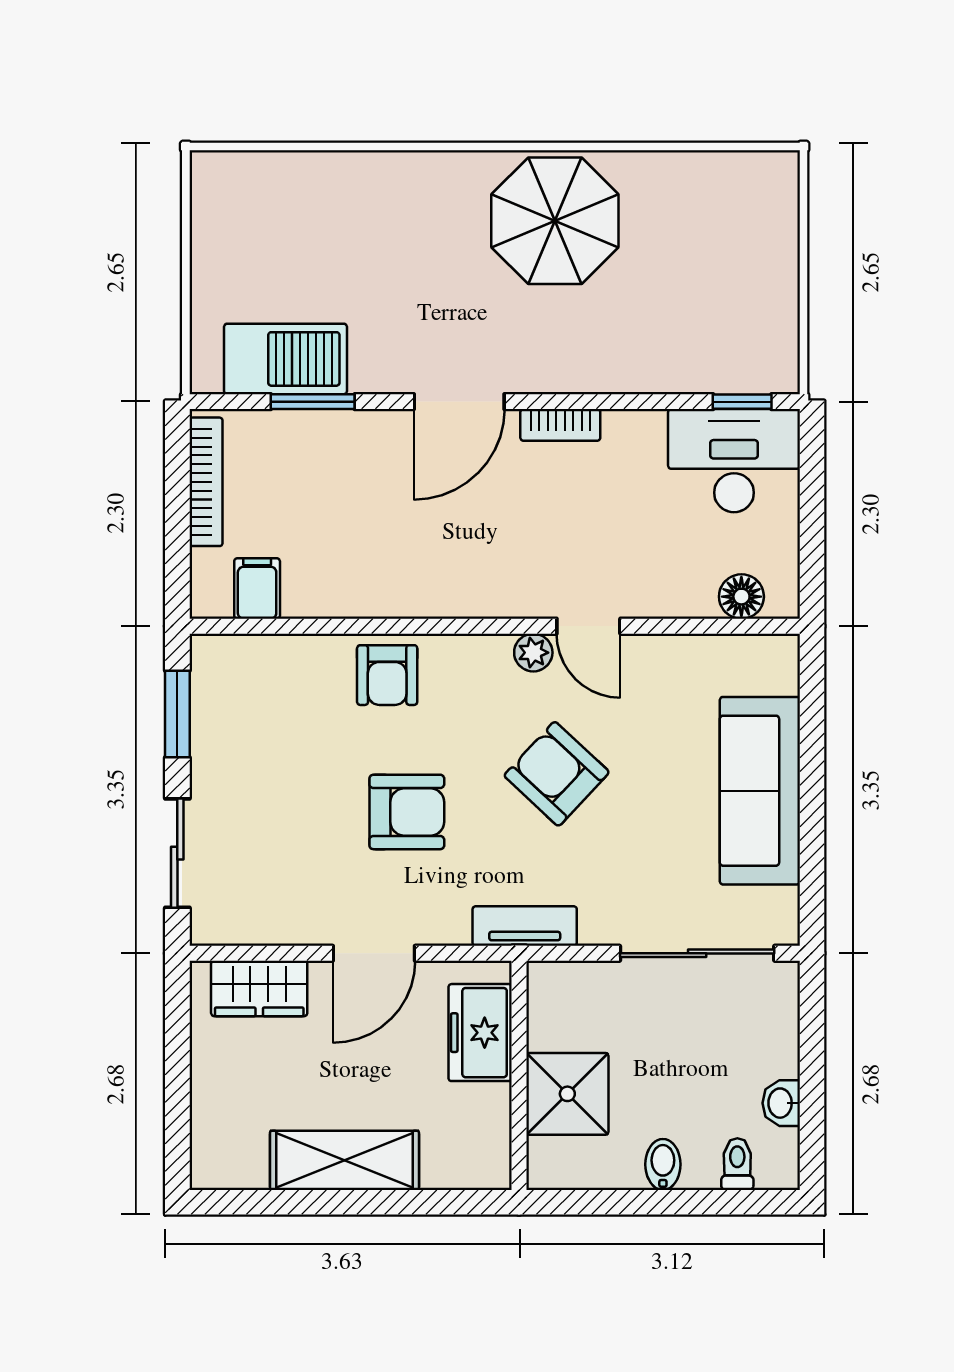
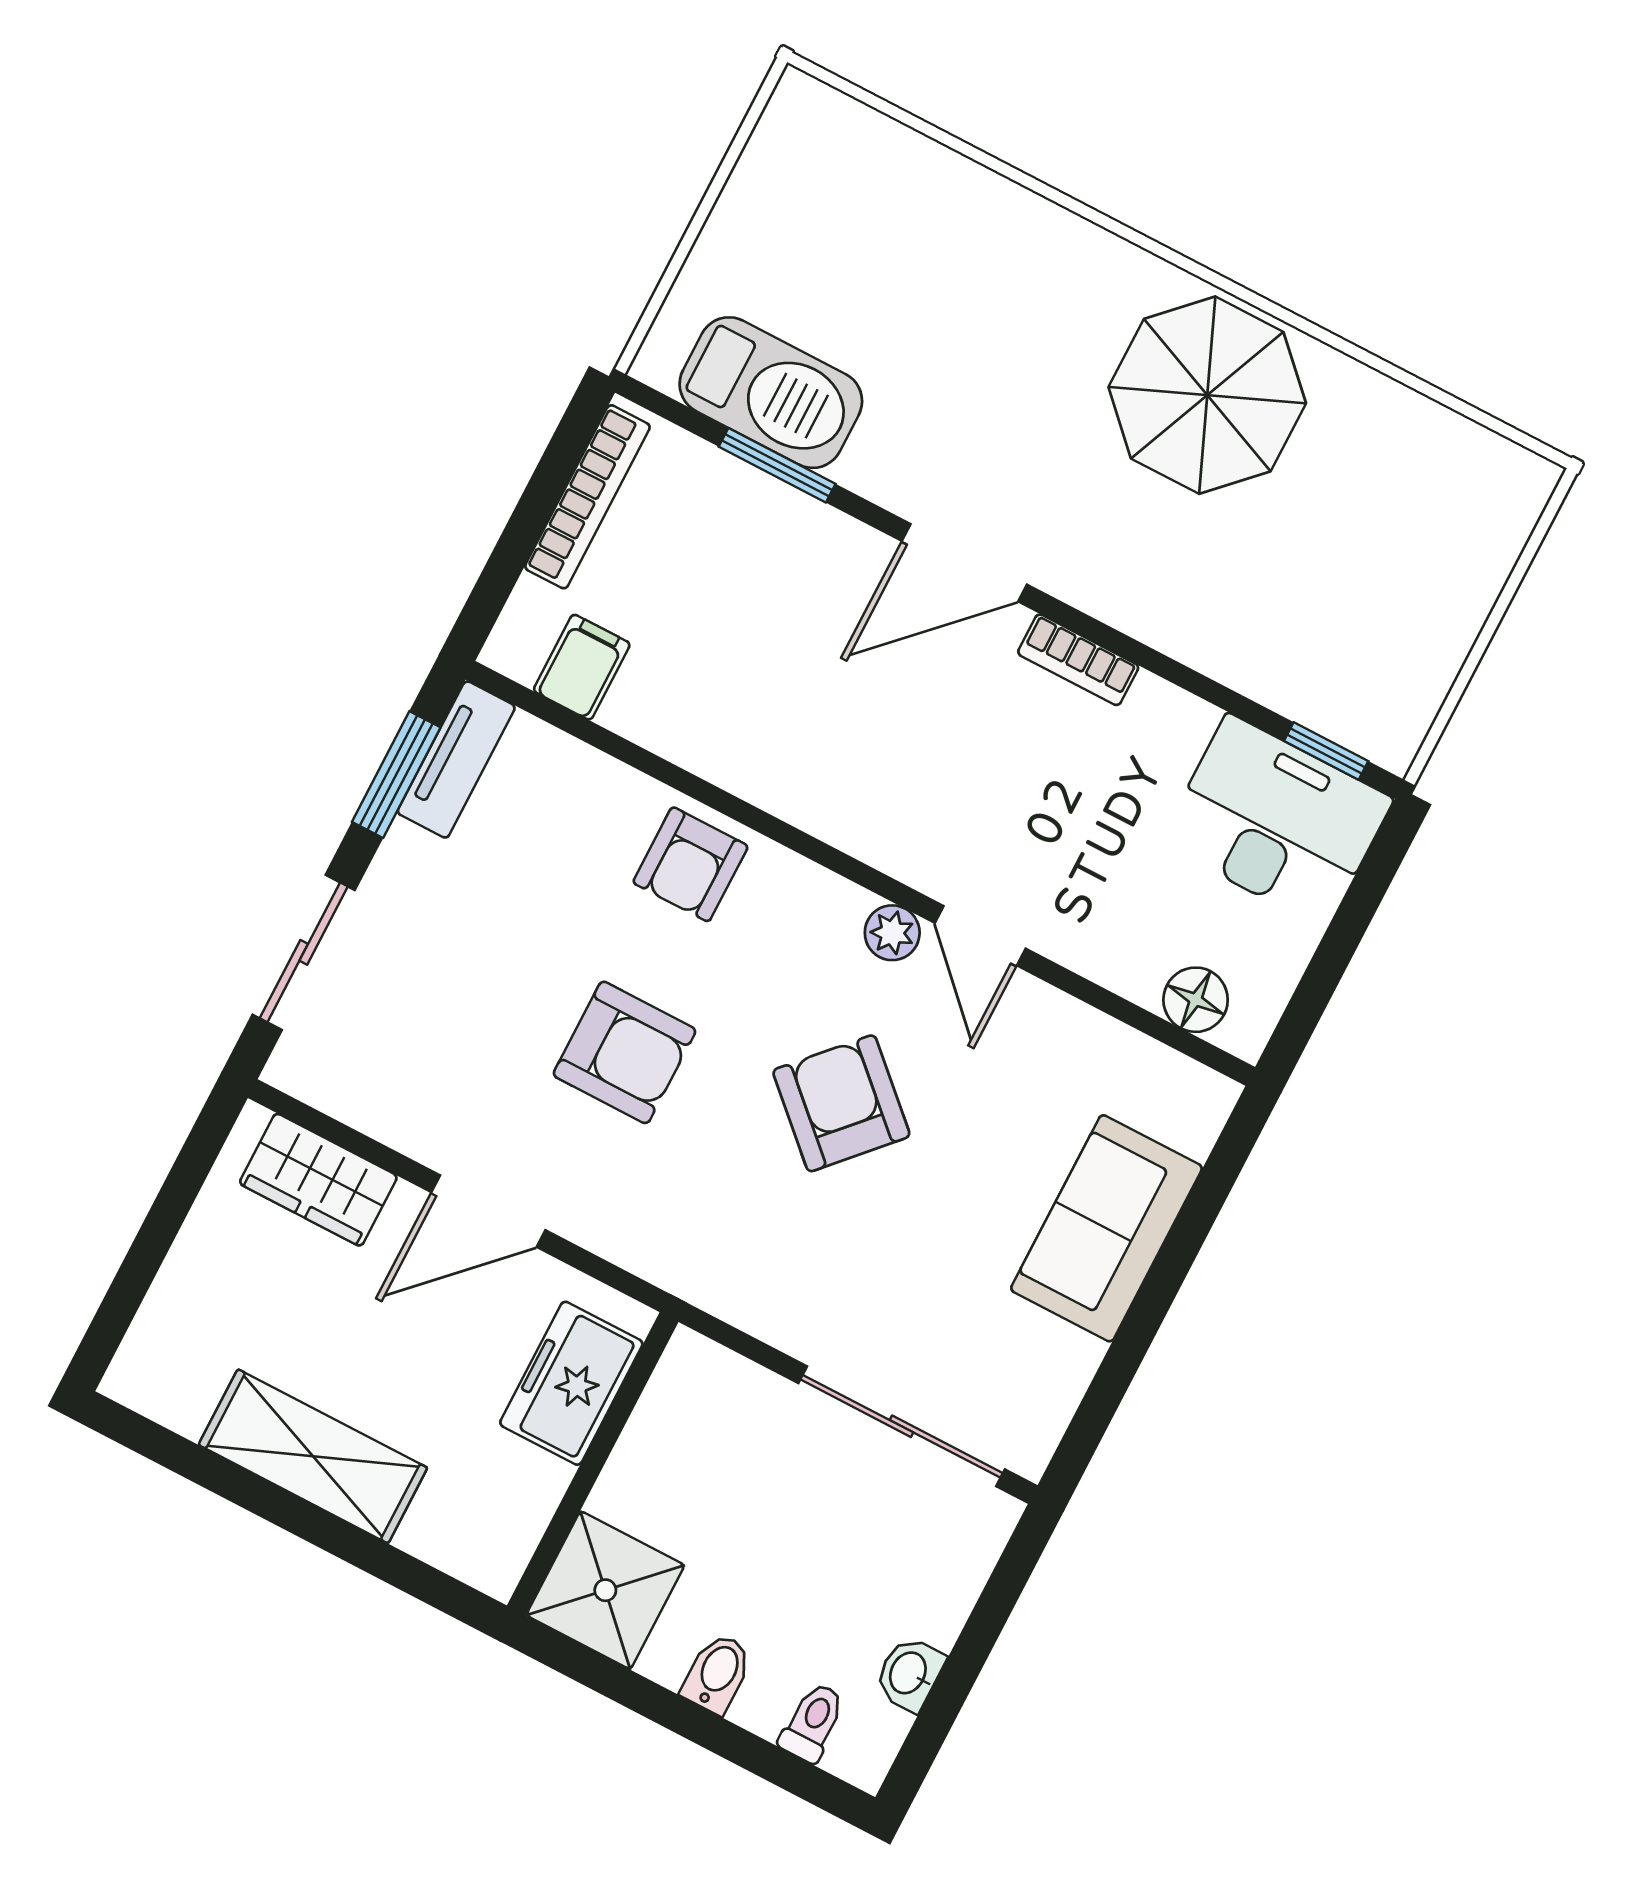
sofa: (760, 791) -> (1106, 1228), width x0.73
tv unit: (525, 926) -> (456, 760), moved, turned 90
shower: (567, 1094) -> (605, 1590), moved

